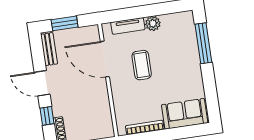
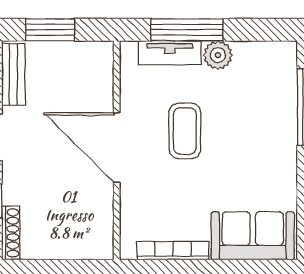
window: (135, 13) -> (187, 30), added
door: (105, 59) -> (117, 148), moved

